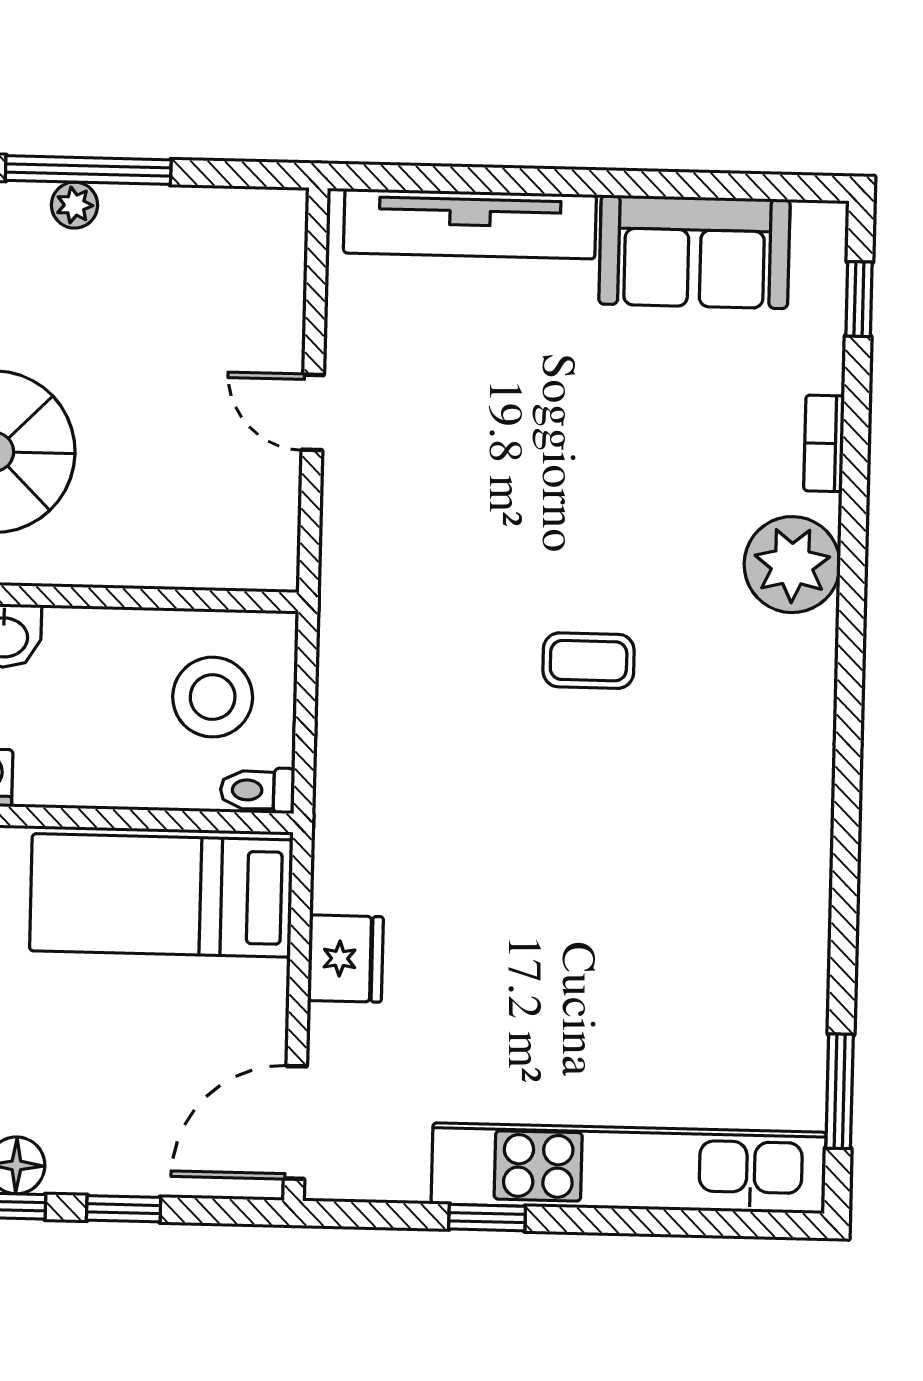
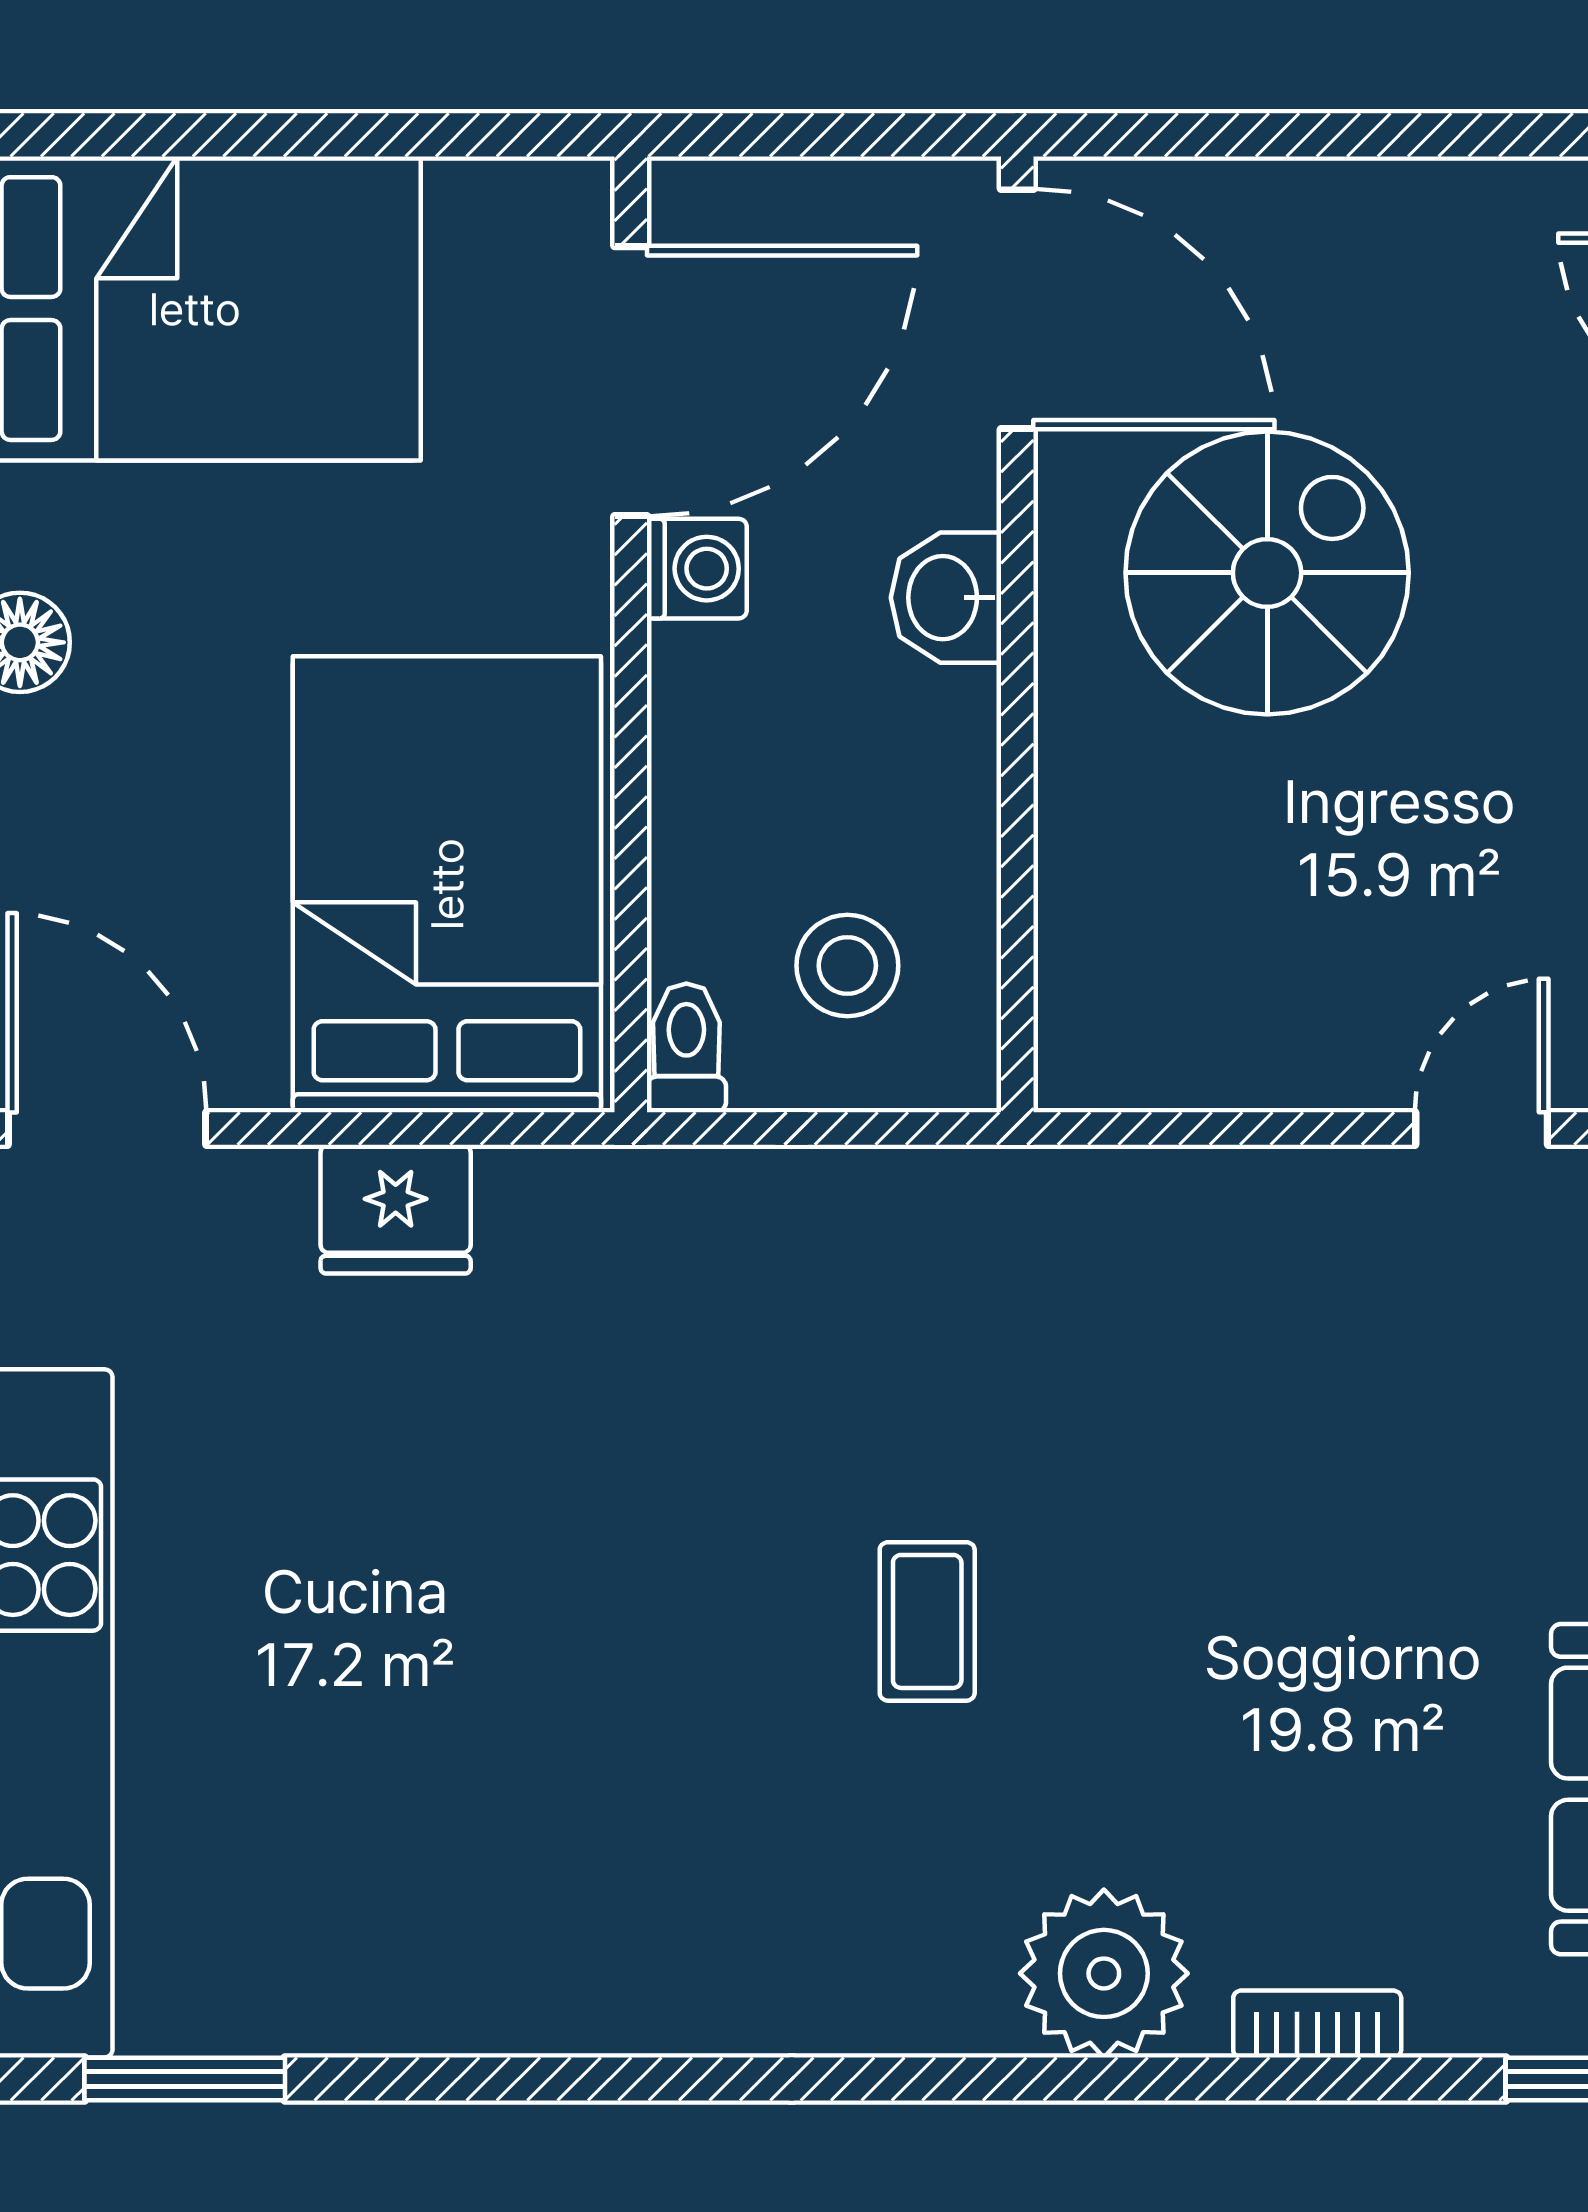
door: (313, 412) -> (1482, 1128), moved
stool: (213, 697) -> (847, 966), width x0.73, depth x0.73
bed: (161, 895) -> (447, 884), width x1.50

